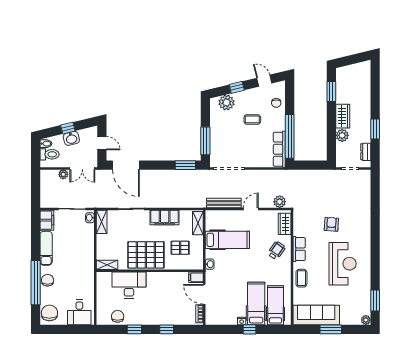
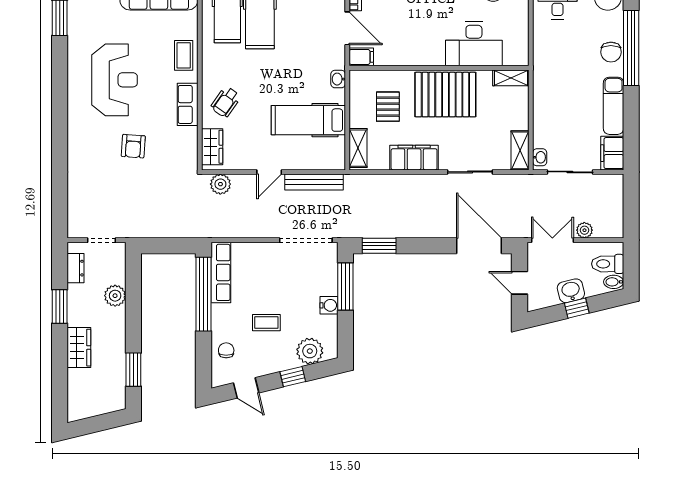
wardrobe: (343, 116) -> (79, 348), moved, turned 180
water cooler: (215, 130) -> (329, 305), added
pallet: (180, 248) -> (388, 107), turned 90
reception desk: (343, 264) -> (115, 80), turned 180

